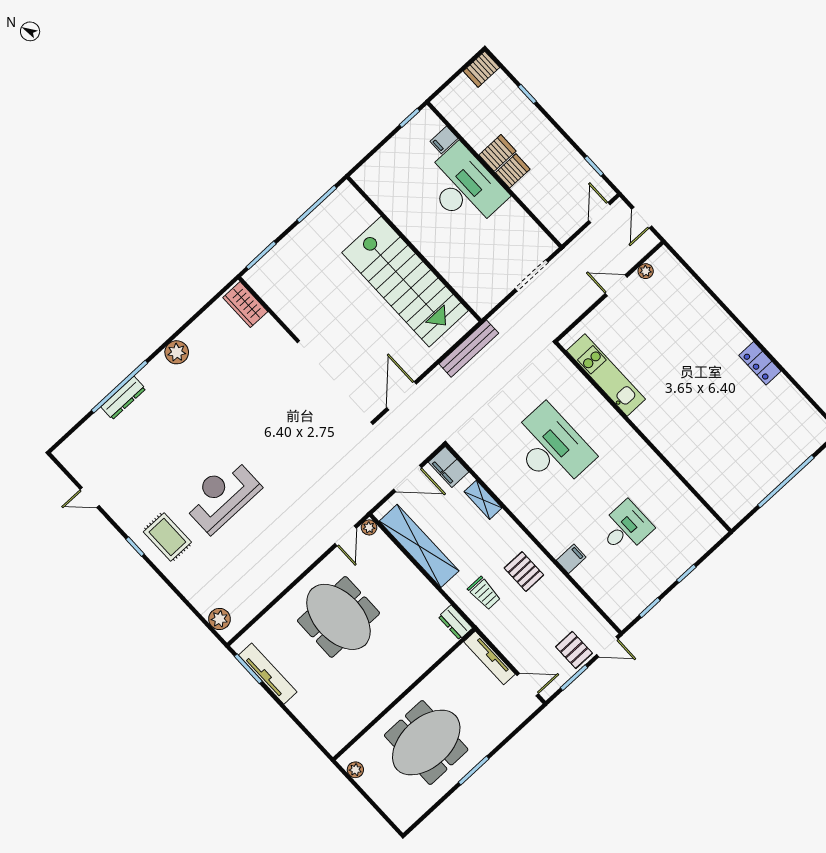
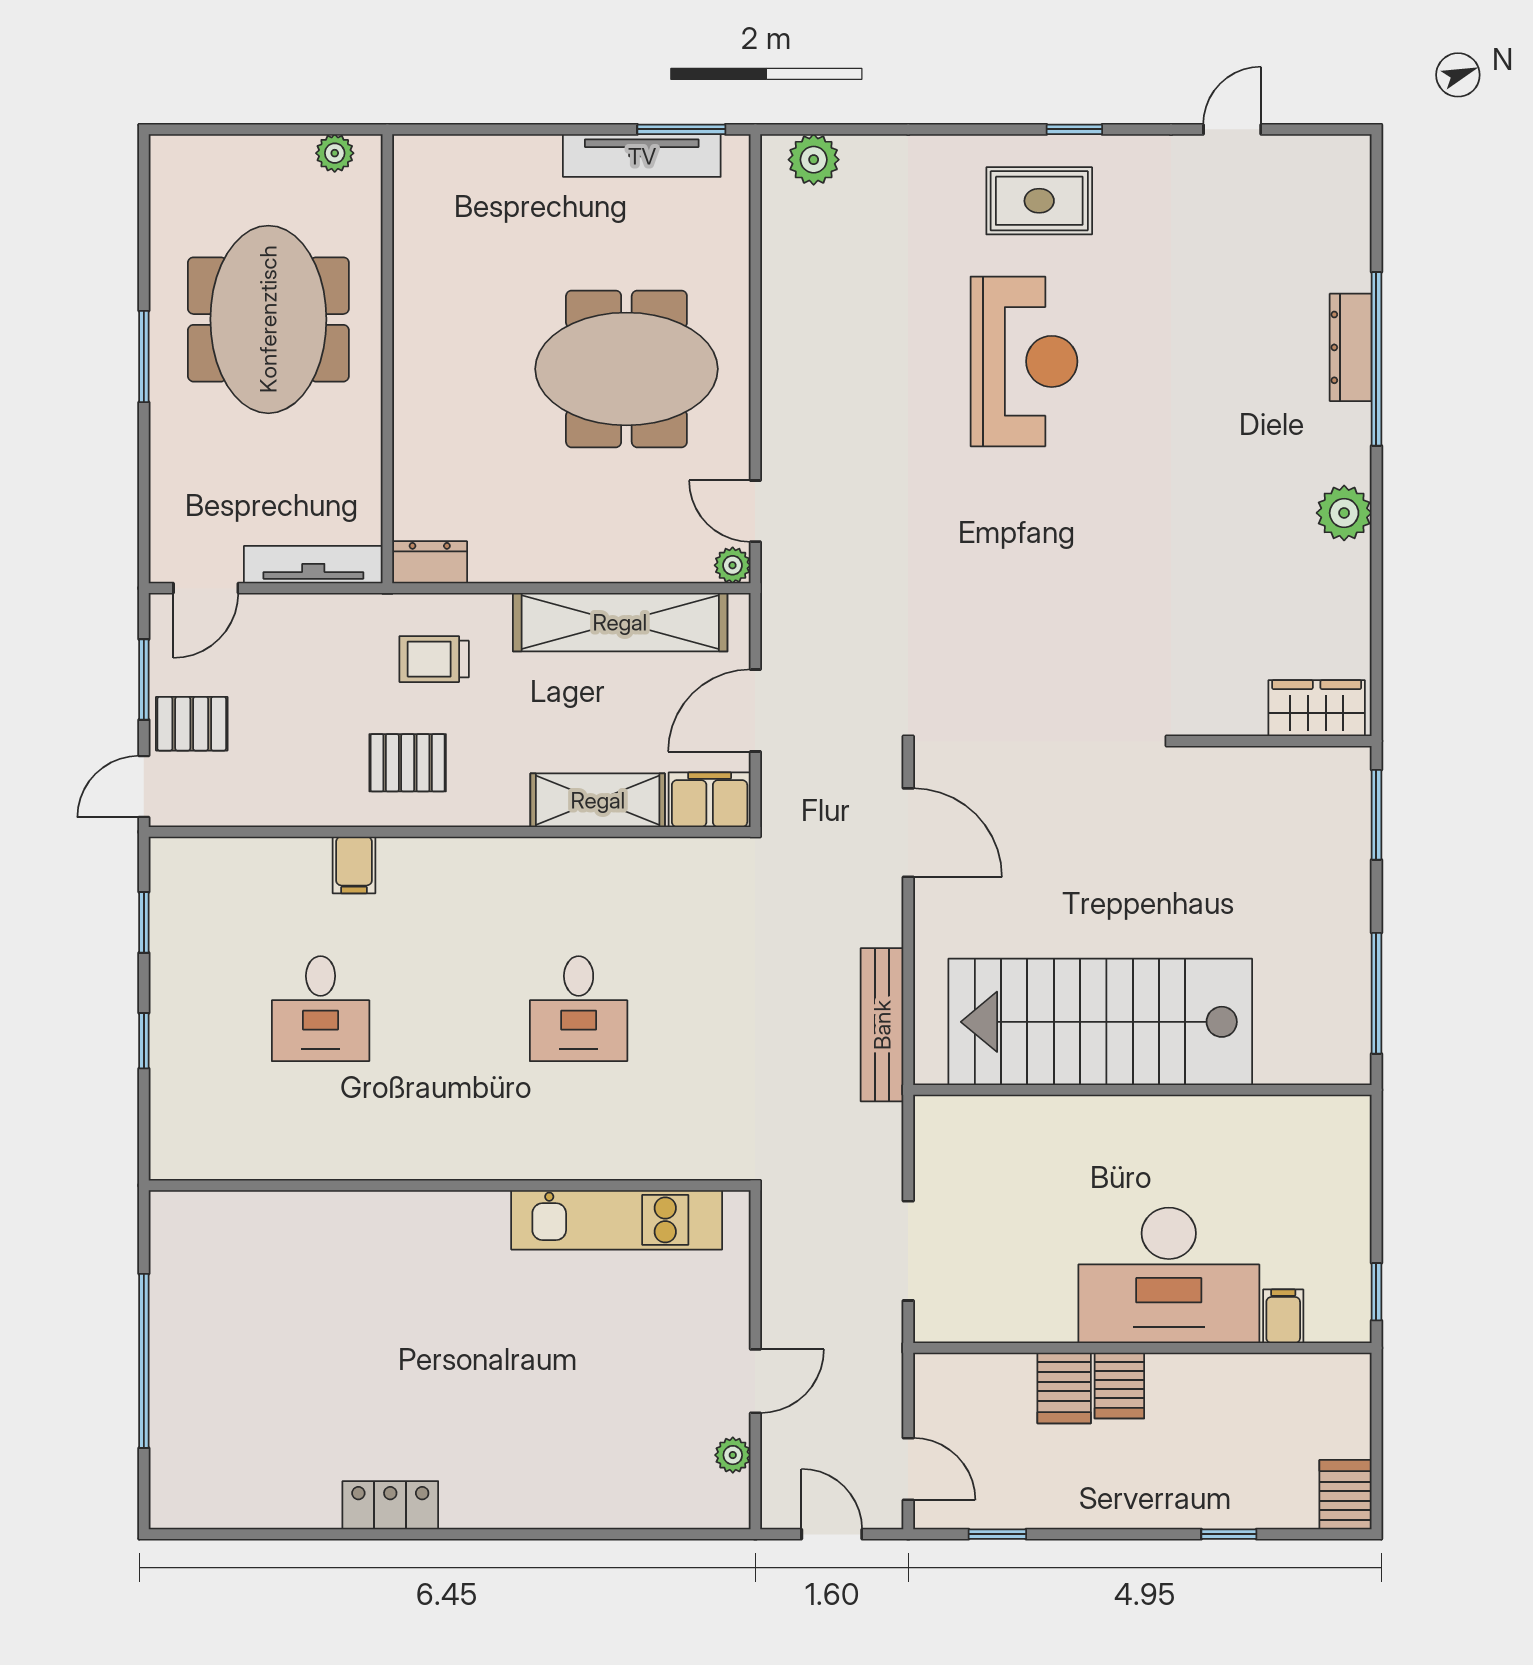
server rack: (497, 153) -> (1064, 1388), moved
desk: (551, 448) -> (579, 1009), width x0.53, depth x0.77
shelving: (483, 500) -> (598, 800), width x1.50, depth x1.33

